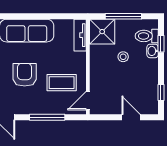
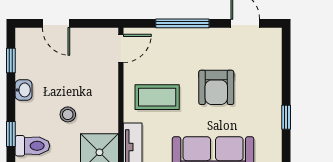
washbasin: (153, 51) -> (24, 90), moved
coffee table: (62, 83) -> (157, 97), moved

